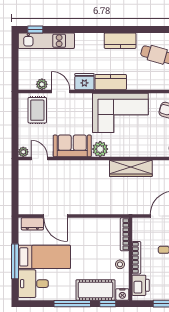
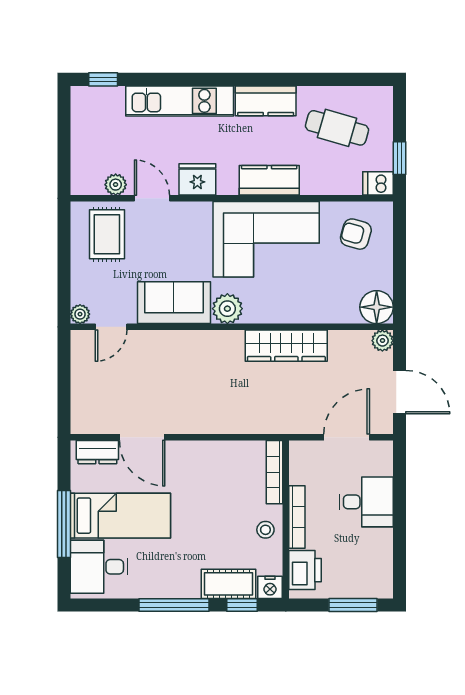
kitchen unit: (46, 41) -> (180, 101), moved
kitchen counter: (111, 82) -> (269, 180), moved
door: (39, 158) -> (111, 327), swing flipped
cot: (96, 290) -> (229, 584), width x0.73, depth x0.75

